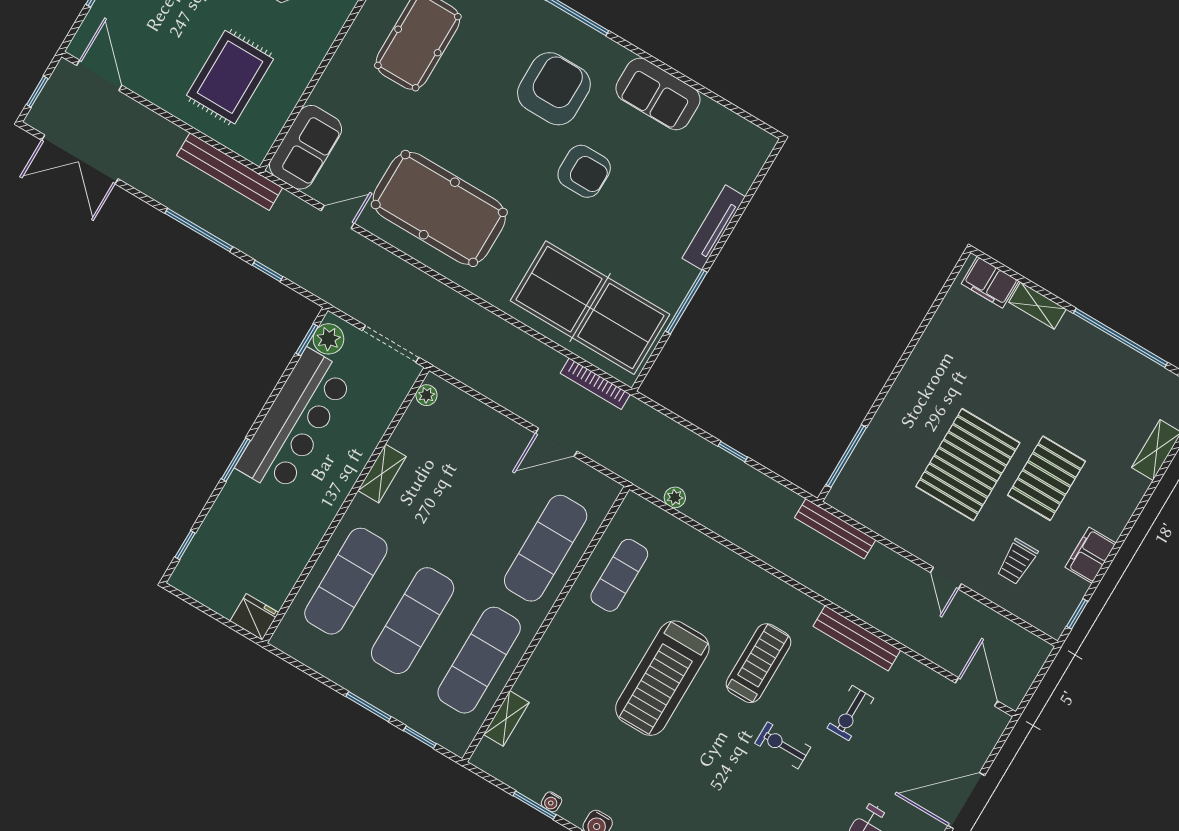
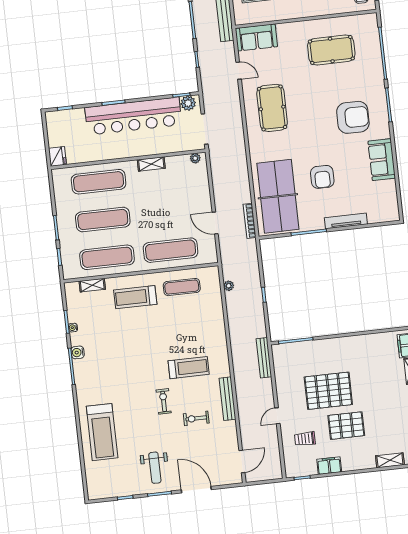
armchair: (584, 171) -> (322, 177), moved
pool table: (439, 208) -> (272, 108), width x0.73, depth x0.76
bar counter: (295, 422) -> (133, 116), width x1.36
treadmill: (662, 678) -> (135, 297), moved, width x0.73, depth x0.73

